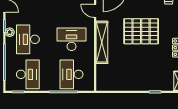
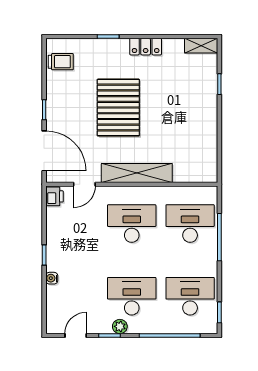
desk: (28, 39) -> (132, 296), turned 180
desk: (71, 39) -> (132, 224), turned 90
desk: (71, 74) -> (190, 224), turned 180

